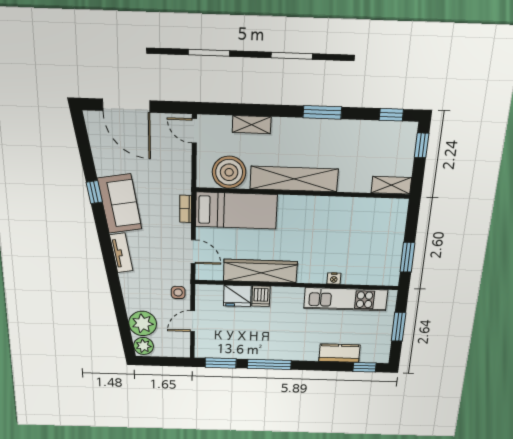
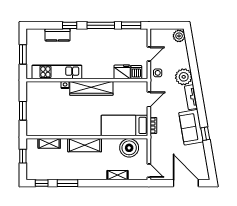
window: (322, 112) -> (67, 183), moved
window: (422, 145) -> (23, 156), moved
shelving: (294, 179) -> (85, 145), width x0.68
shelving: (391, 185) -> (49, 143), moved
door: (193, 252) -> (149, 99), swing flipped
window: (407, 257) -> (23, 111), moved
wardrobe: (260, 271) -> (91, 88), moved
dishwasher: (261, 296) -> (136, 72), moved
plant: (143, 323) -> (184, 77), moved
window: (365, 367) -> (70, 25), moved

